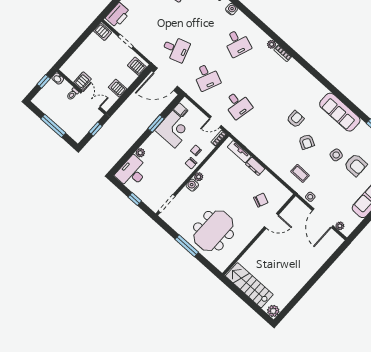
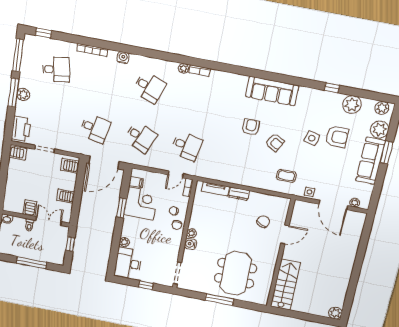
desk: (176, 49) -> (95, 128), turned 30
sofa: (340, 112) -> (272, 91), moved
stairs: (249, 285) -> (285, 285), moved, turned 90

